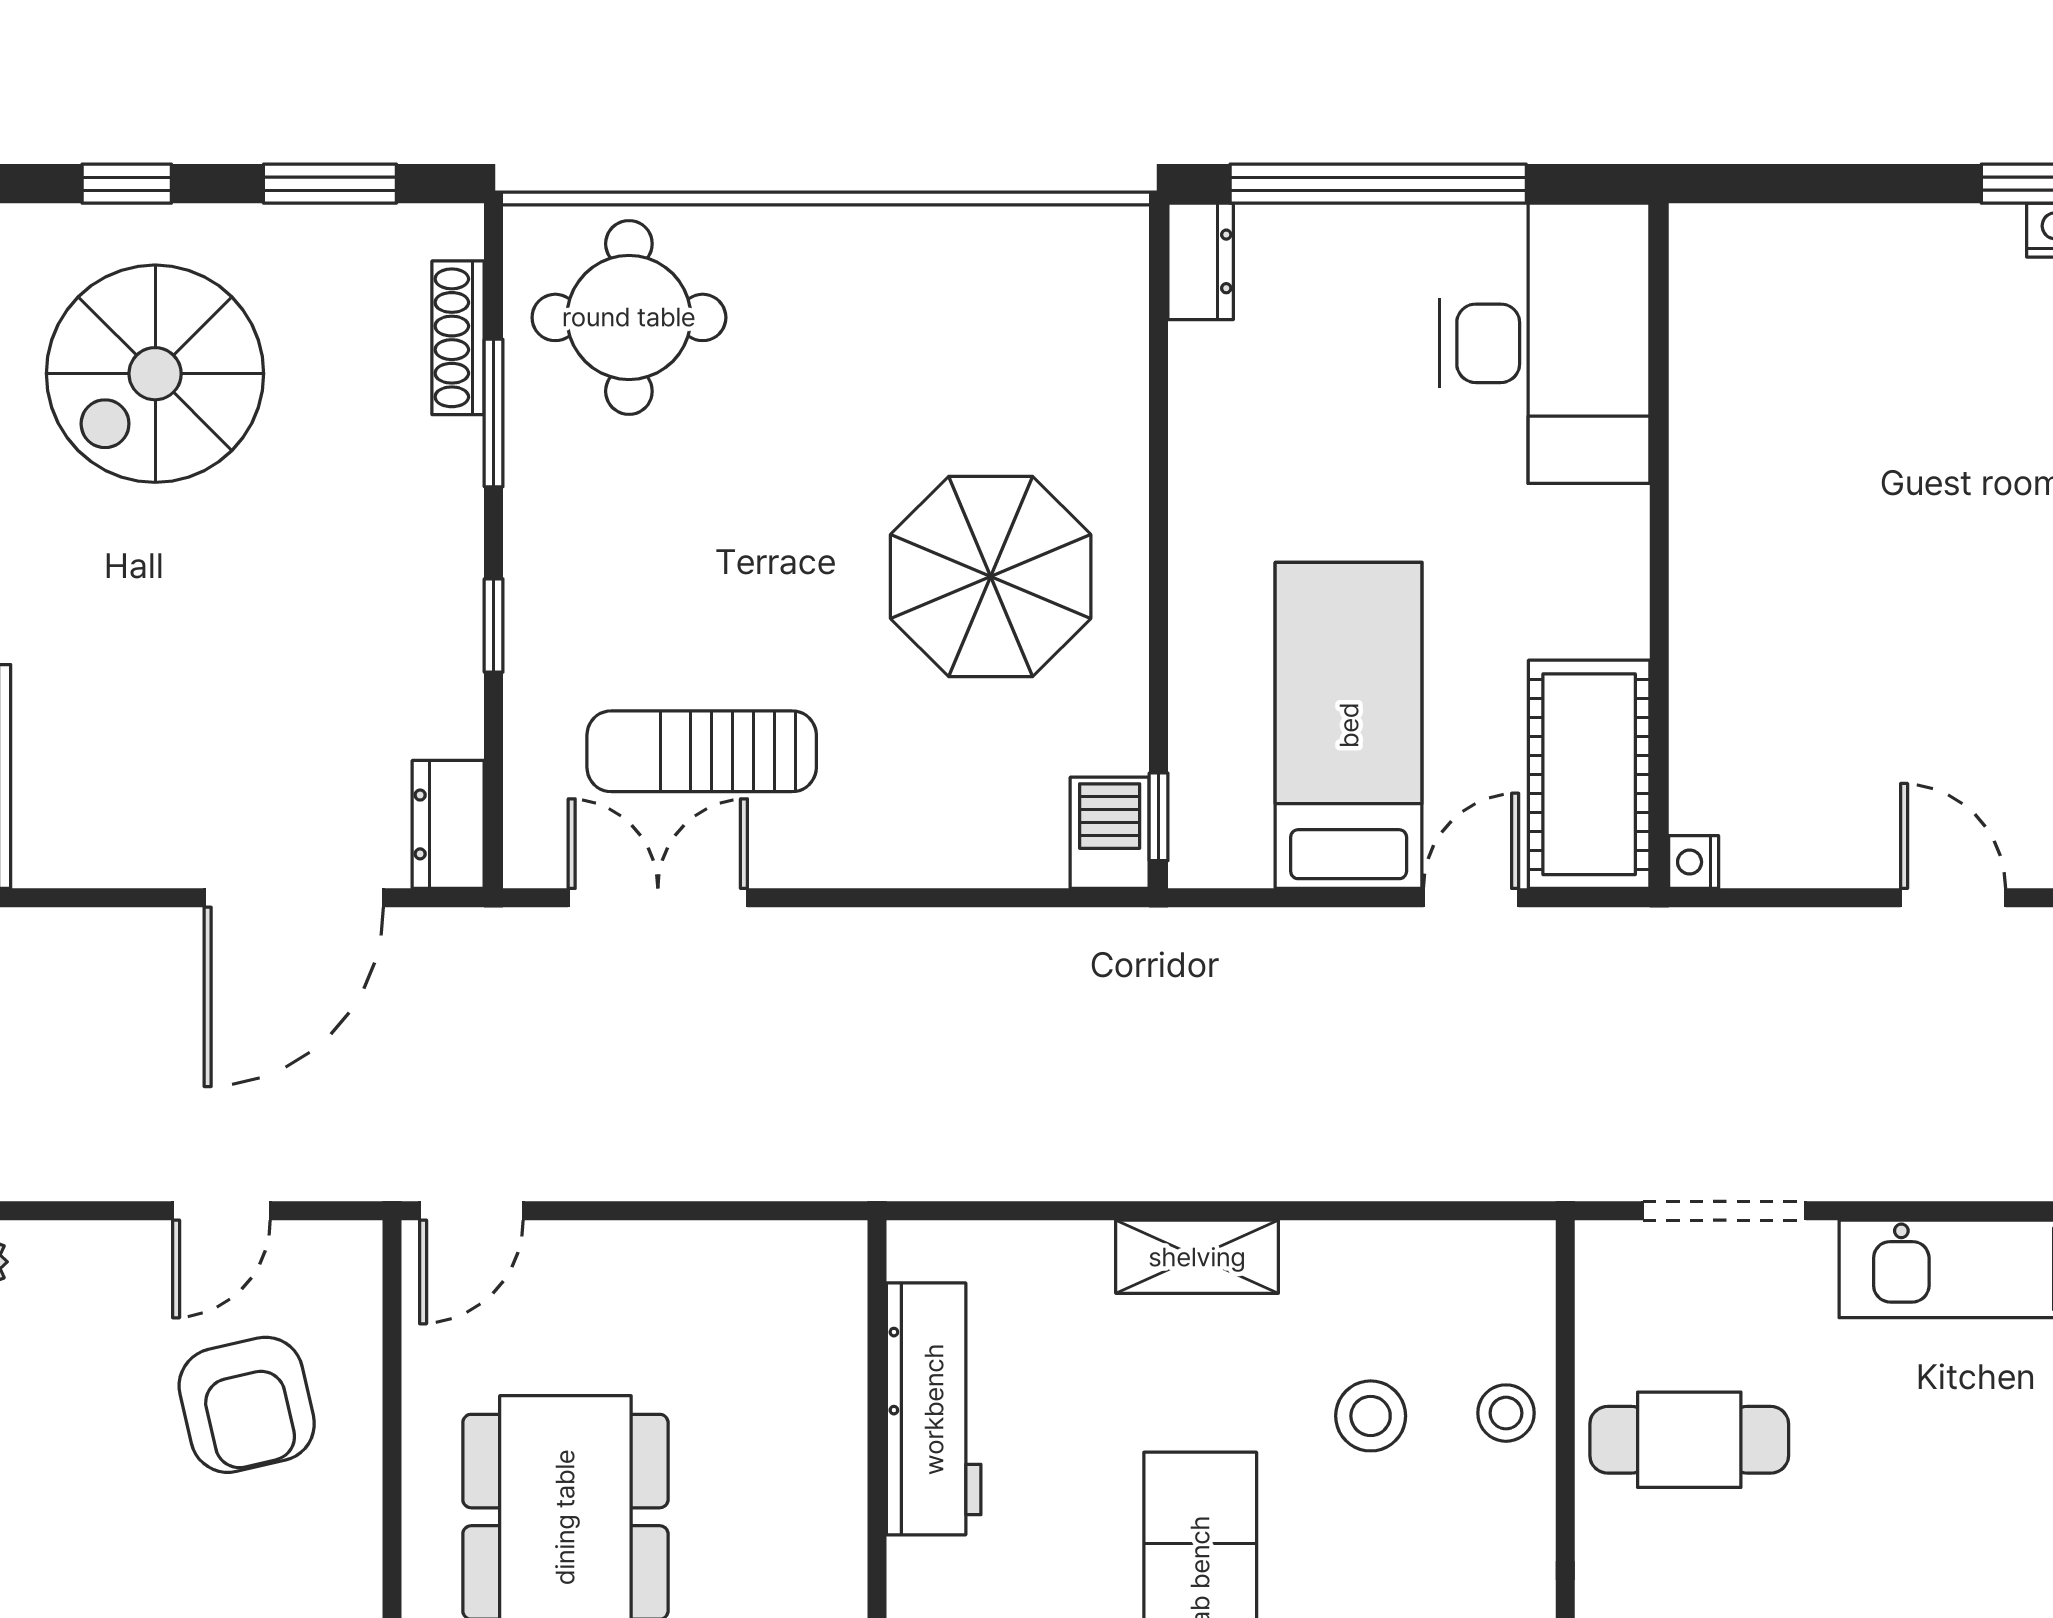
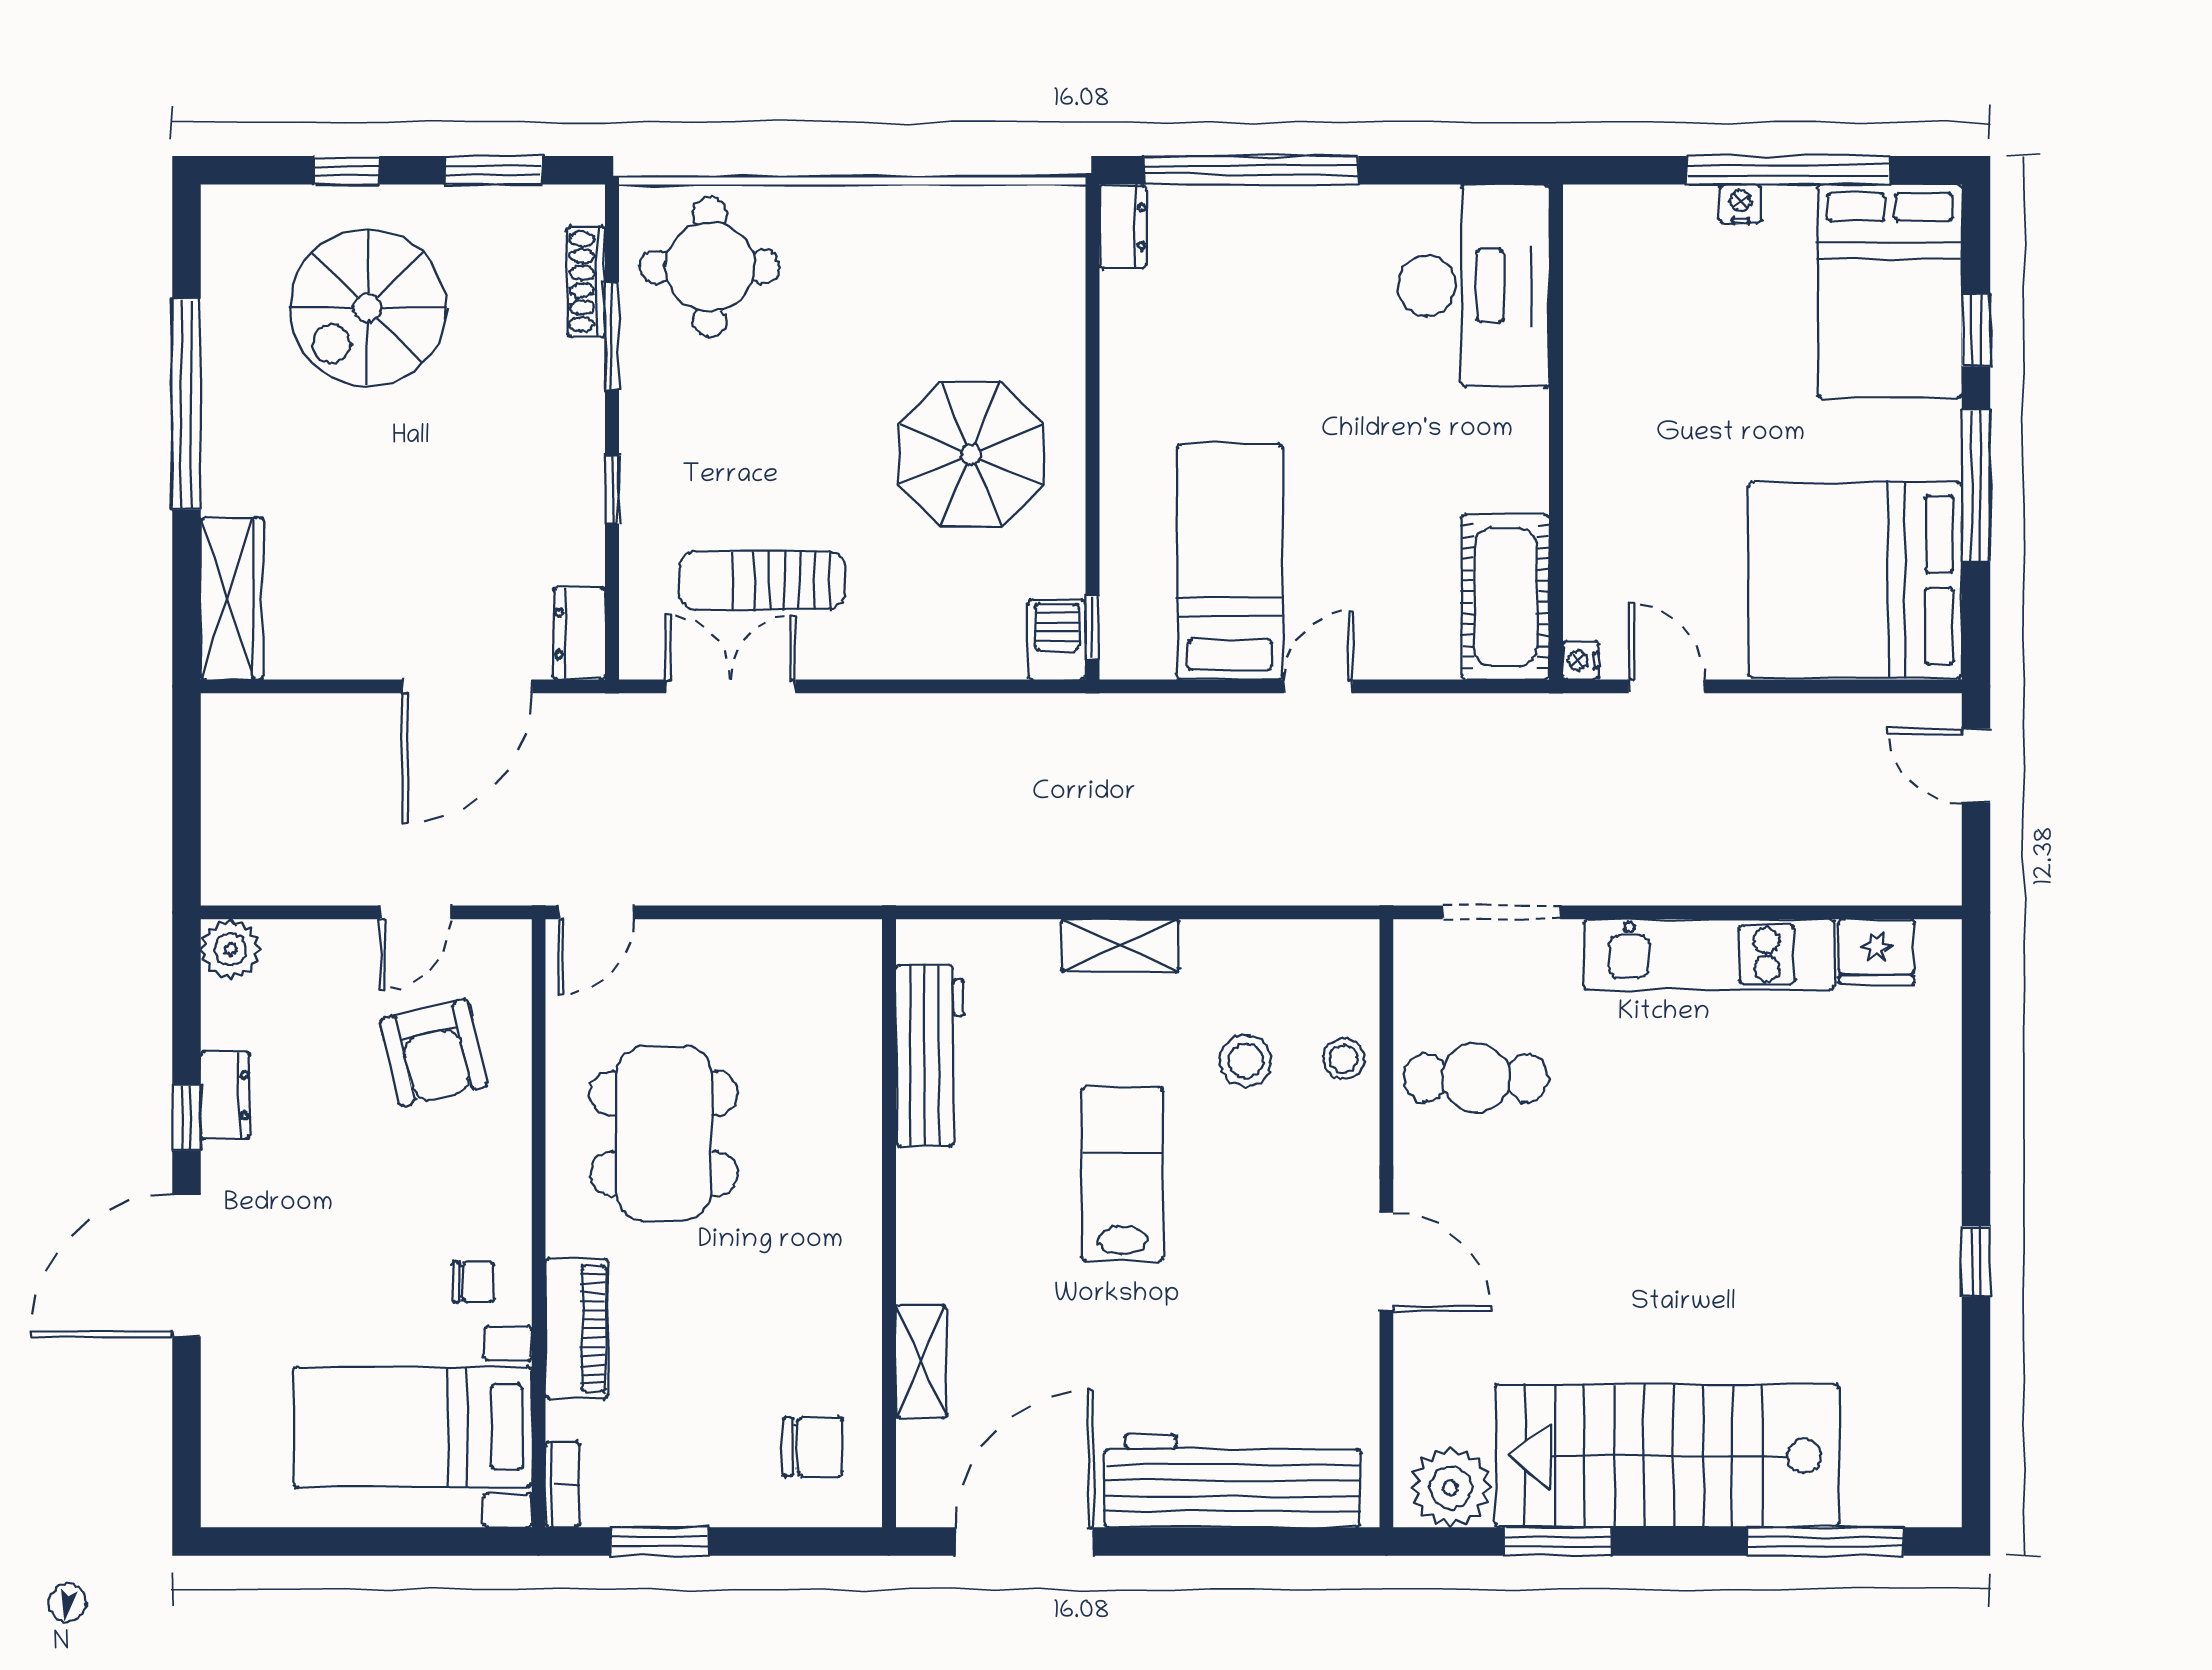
desk: (1545, 343) -> (1473, 286), moved
wall: (1659, 546) -> (1556, 432), moved
cot: (1589, 774) -> (1505, 597), moved
nightstand: (1694, 862) -> (1581, 660), moved

